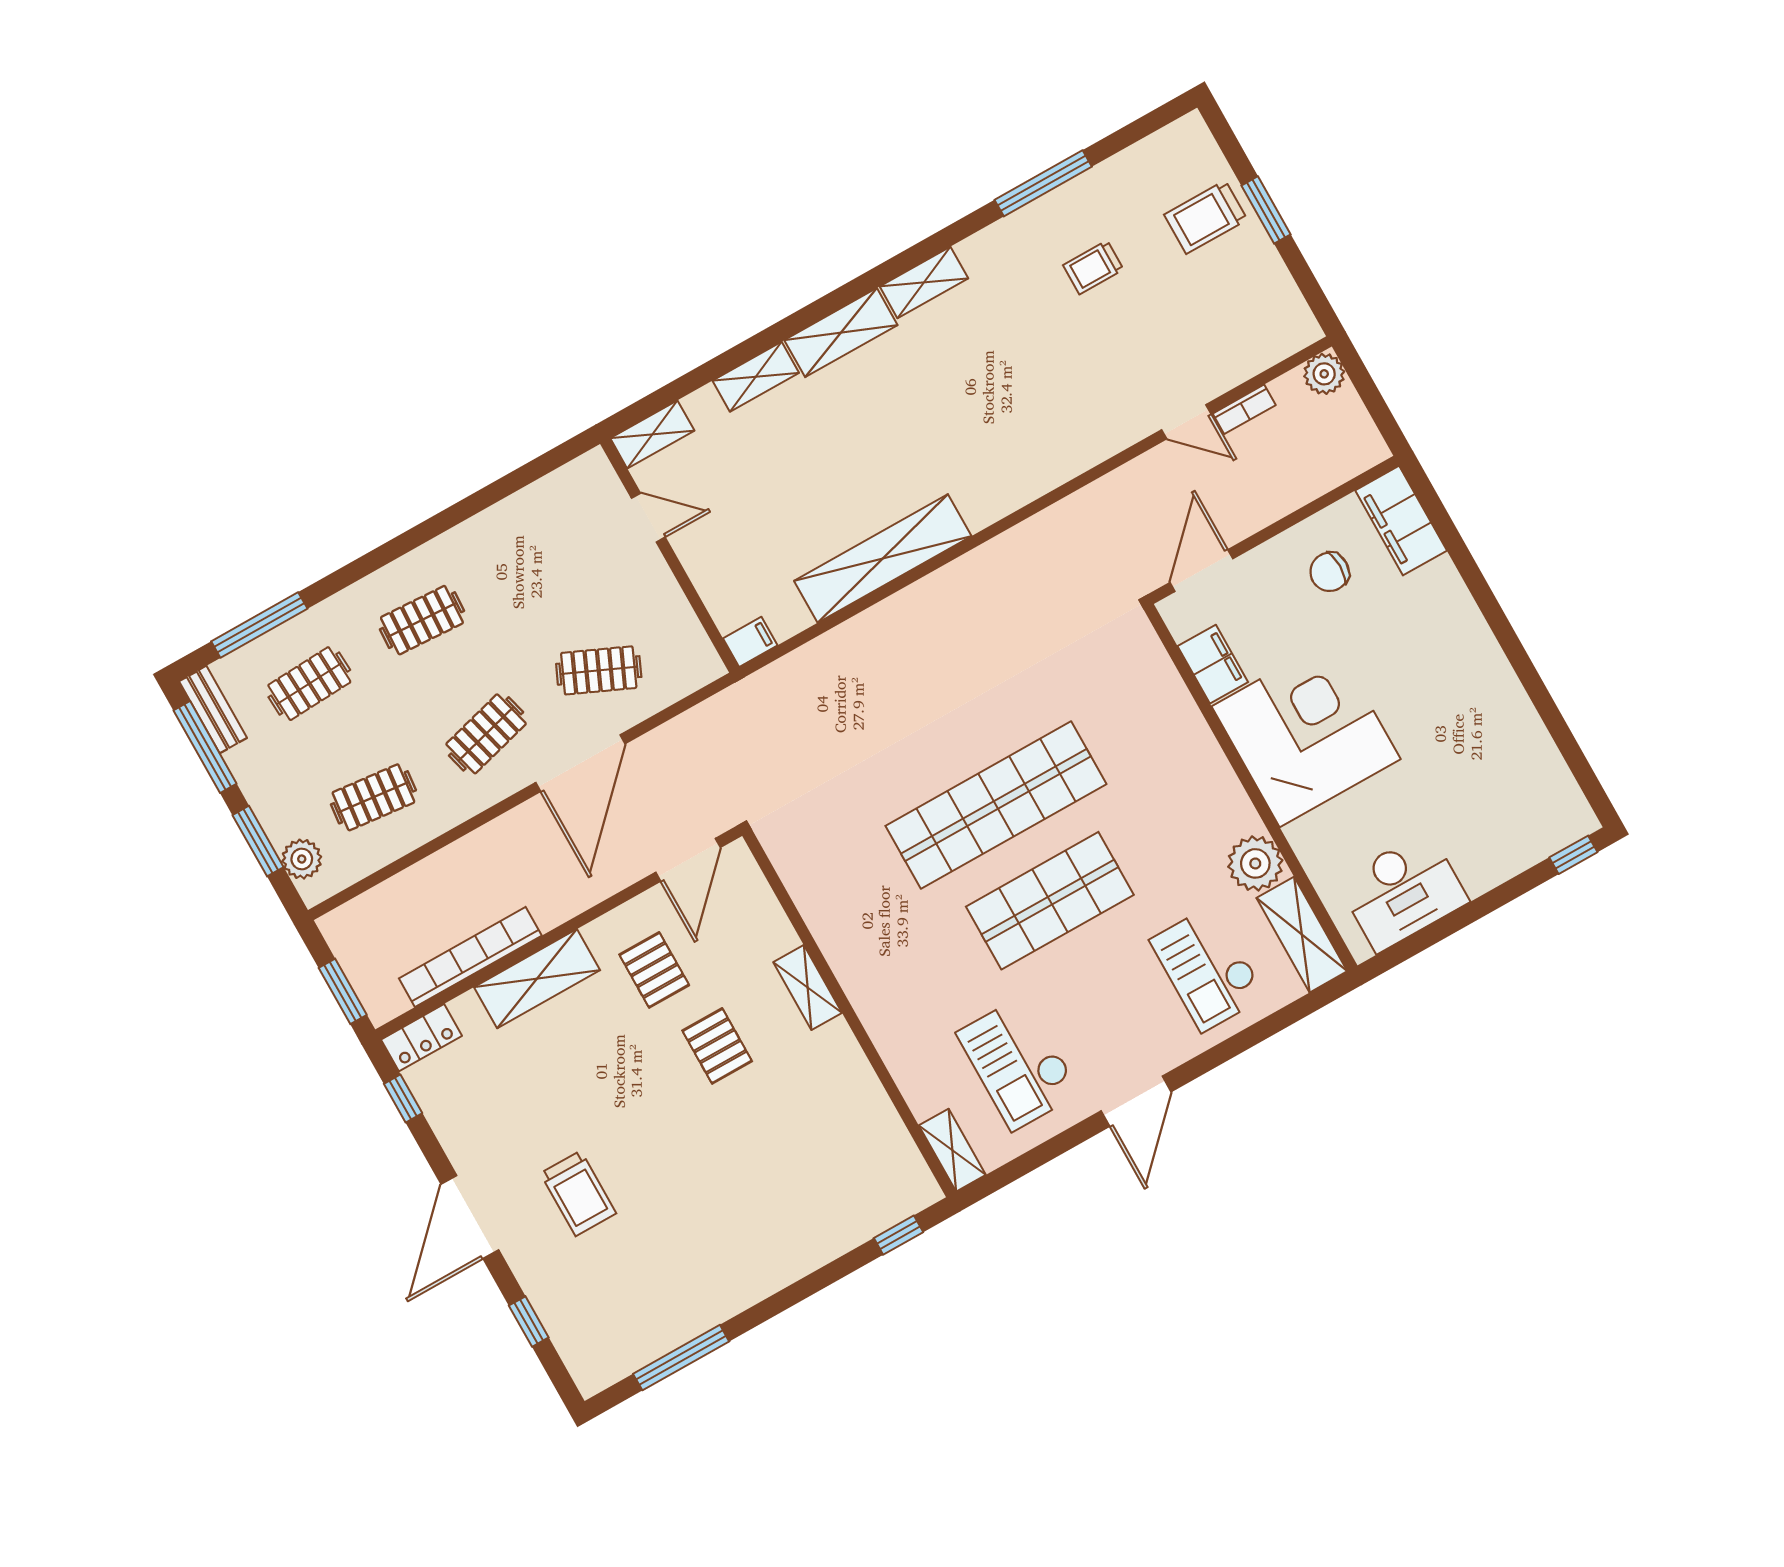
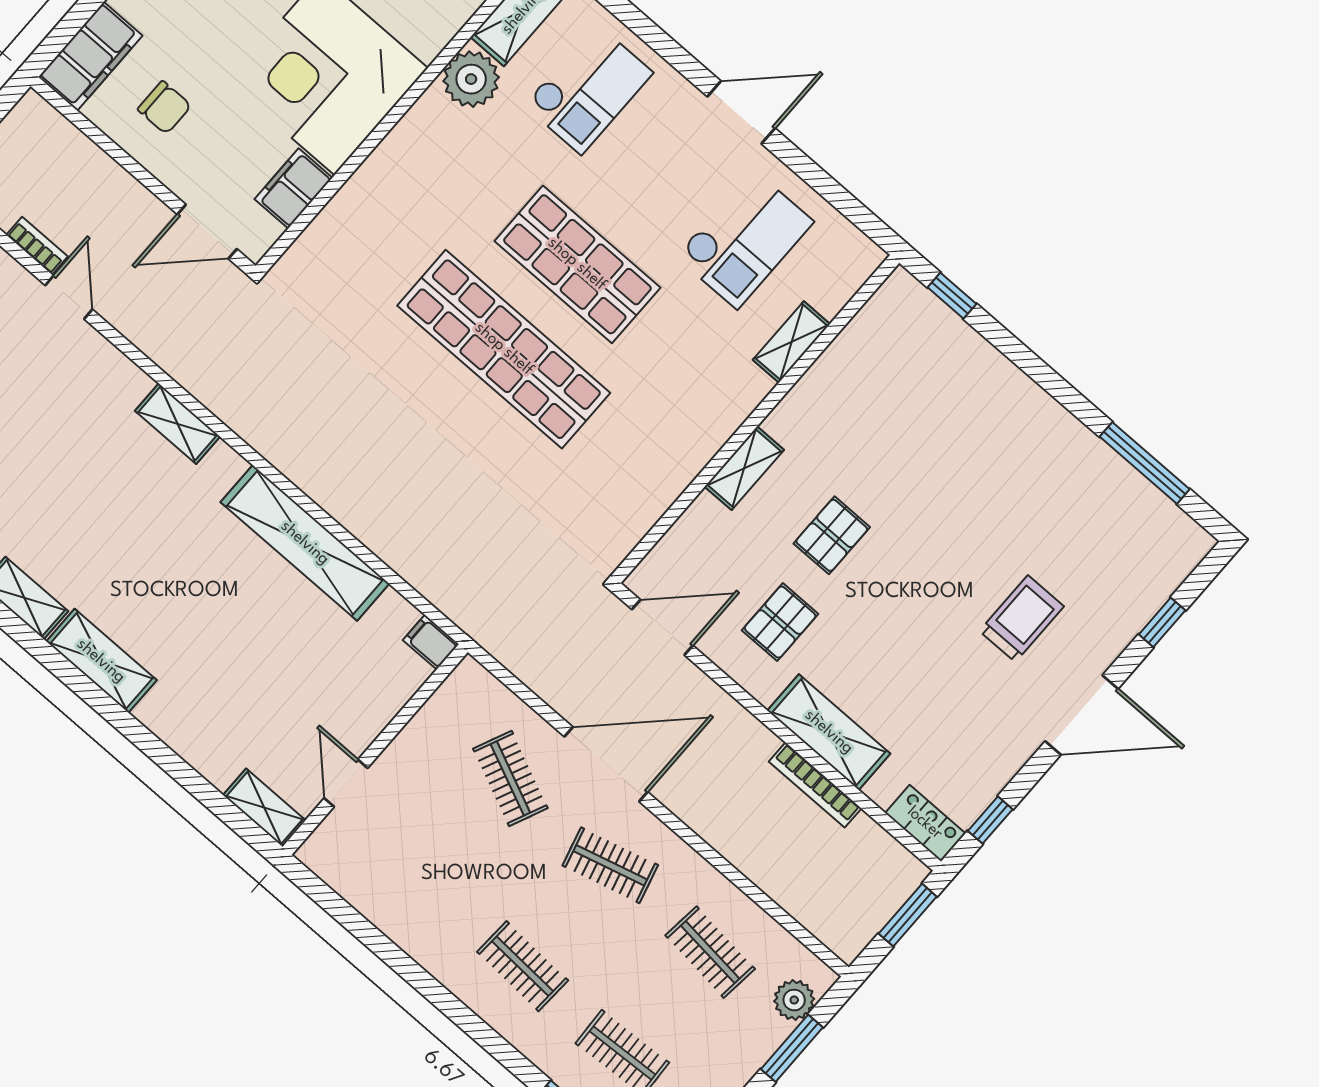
shelving: (756, 377) -> (178, 424), moved
bookcase: (470, 957) -> (815, 785), width x0.68, depth x0.76
shelving: (952, 1150) -> (791, 342), moved

